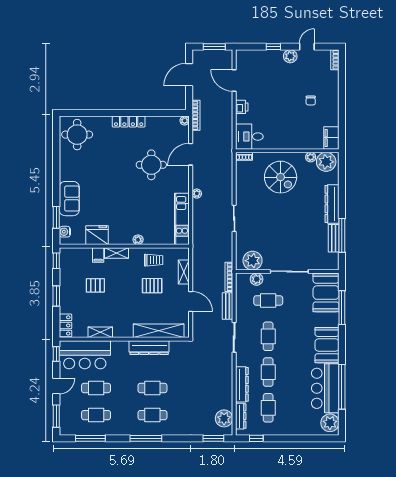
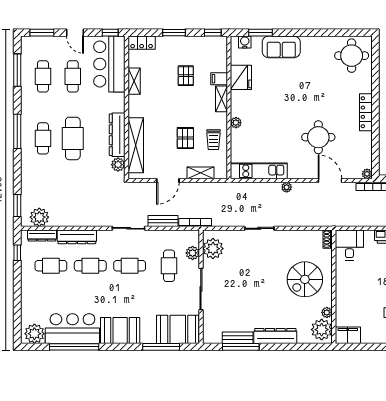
plant: (176, 347) -> (118, 165), added
cafe table: (152, 388) -> (73, 138), width x1.37, depth x1.35

